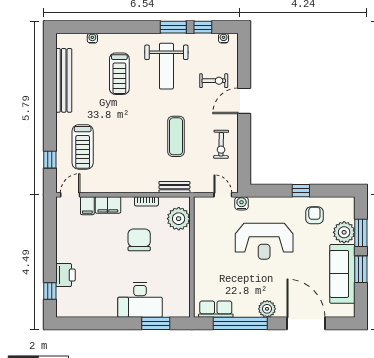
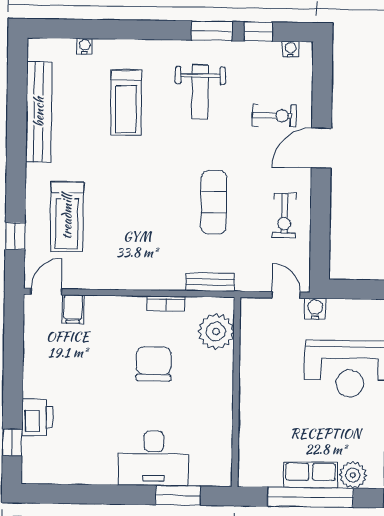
weight bench: (166, 66) -> (200, 92), width x0.73, depth x0.75
filing cabinet: (108, 205) -> (105, 308), removed
row of seats: (216, 309) -> (311, 475), moved

